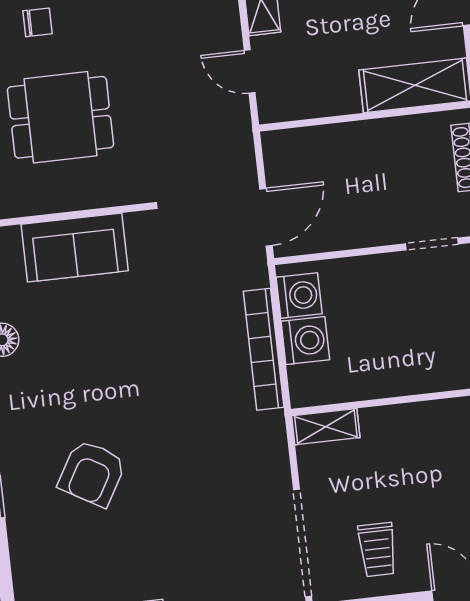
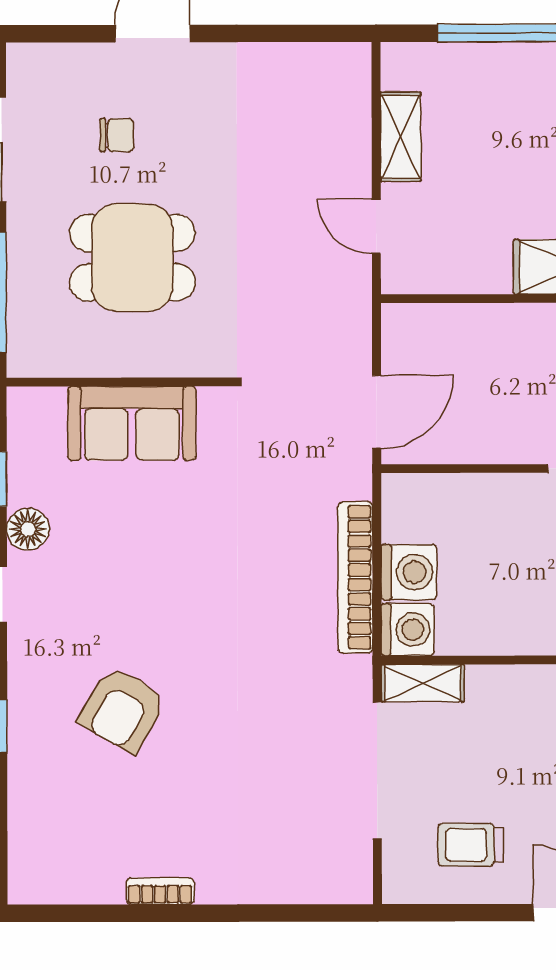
washing machine: (299, 295) -> (408, 630), moved
doorway: (302, 543) -> (377, 770), moved
trolley: (377, 550) -> (471, 845), turned 90

